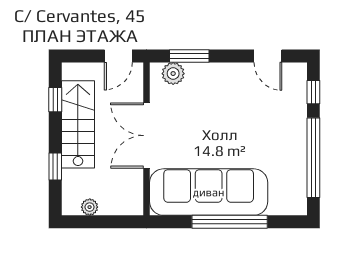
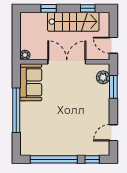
sofa: (209, 192) -> (31, 82), width x0.54, depth x0.79
plant: (90, 207) -> (25, 55), moved

